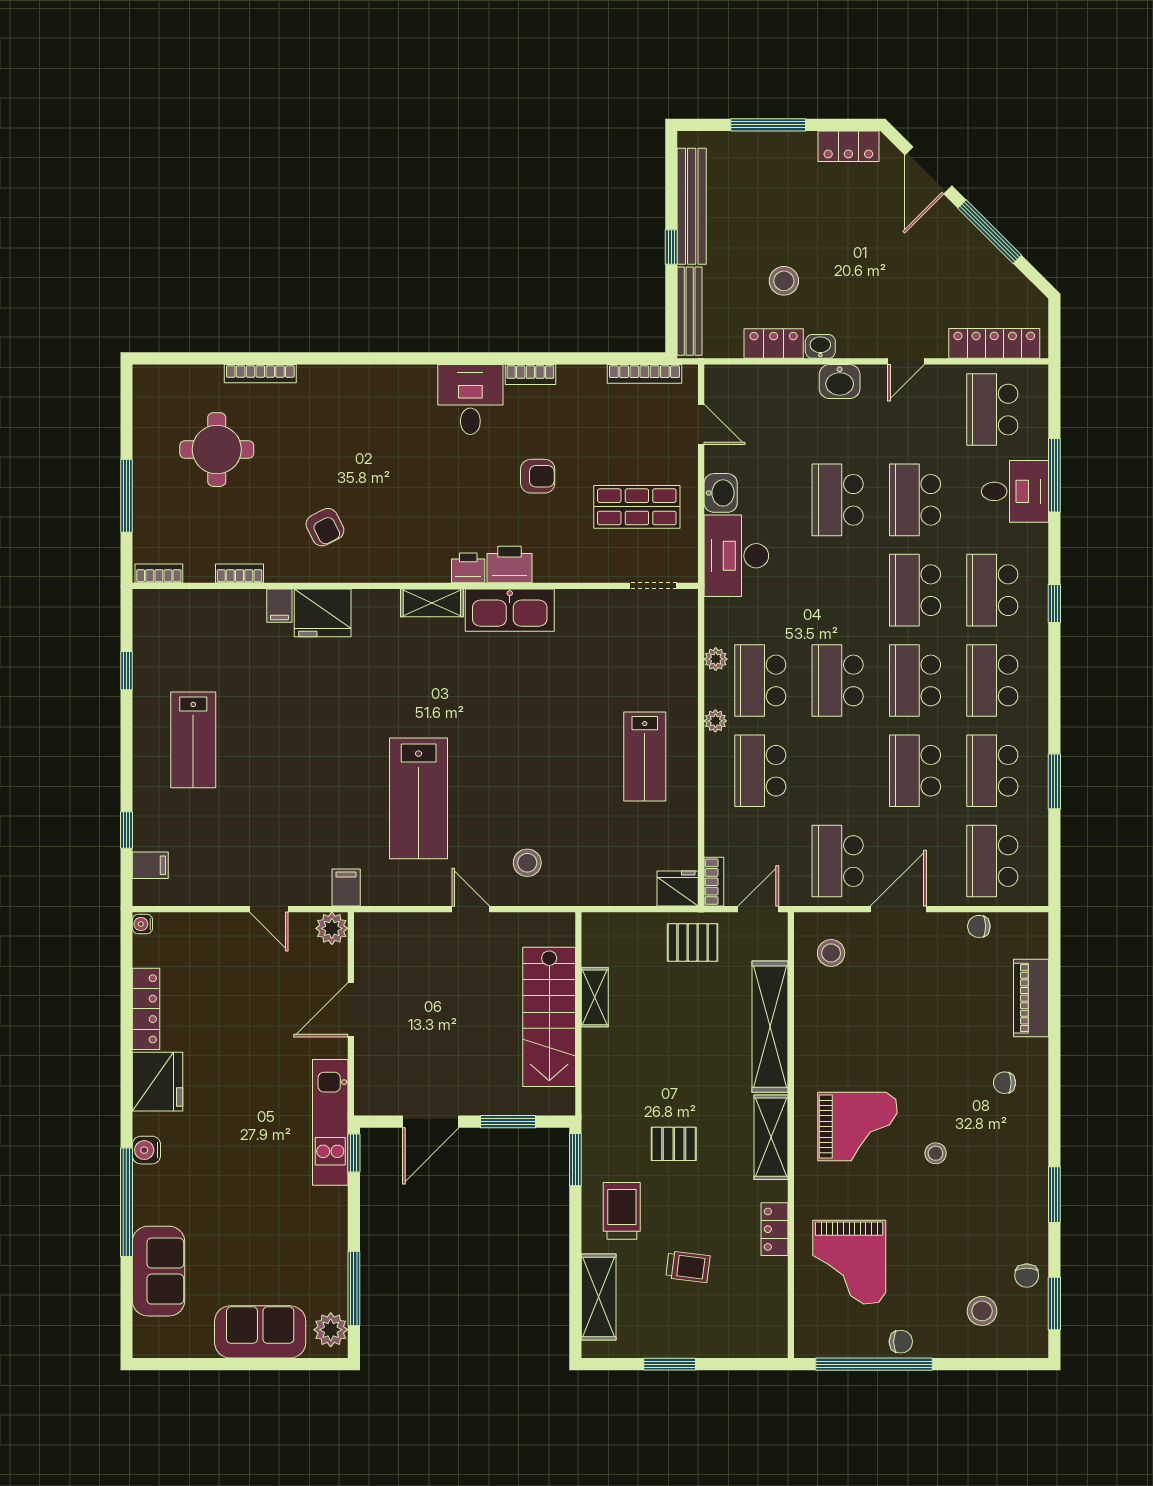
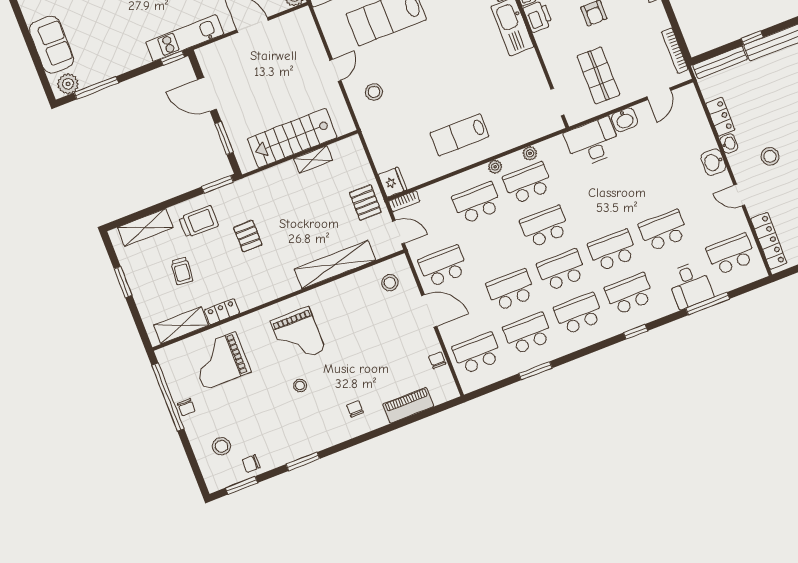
stool: (784, 281) -> (770, 156), moved
school desk: (838, 500) -> (646, 187), removed
shelving: (771, 1137) -> (181, 325), moved

